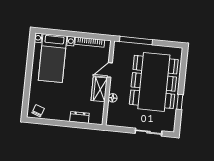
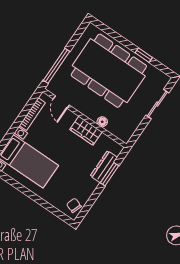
door: (110, 70) -> (61, 102), moved
dresser: (79, 117) -> (104, 167), width x1.44
window: (76, 125) -> (109, 174), added

